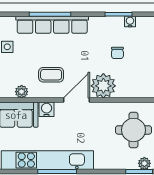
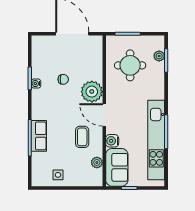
water cooler: (130, 22) -> (36, 84), moved
row of seats: (52, 25) -> (39, 136), width x0.50

